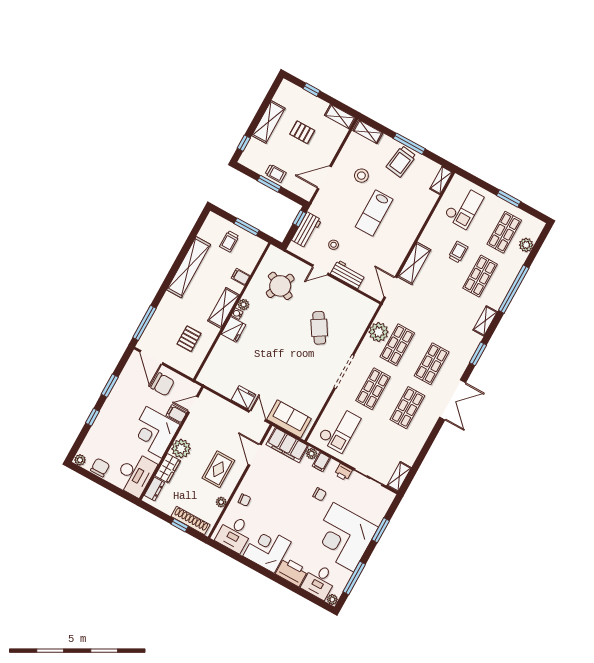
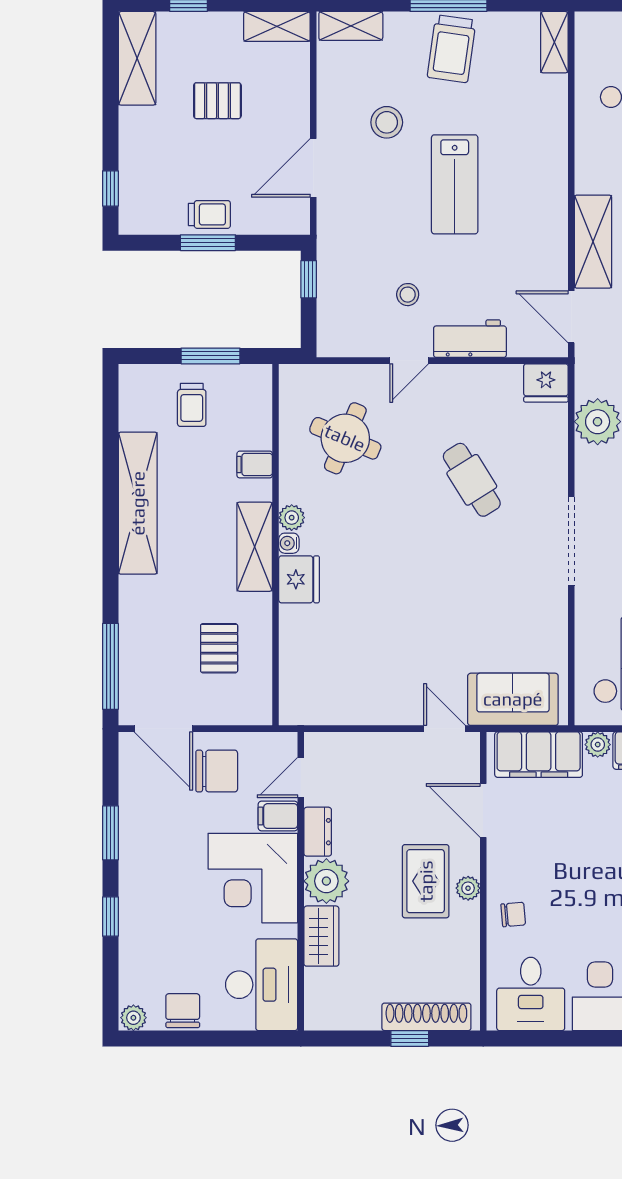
shelving: (268, 122) -> (137, 58), moved
workbench: (307, 230) -> (336, 295), removed
fridge: (244, 397) -> (546, 383), moved, turned 180
dresser: (154, 489) -> (318, 832), moved
plant: (221, 502) -> (468, 888), moved

